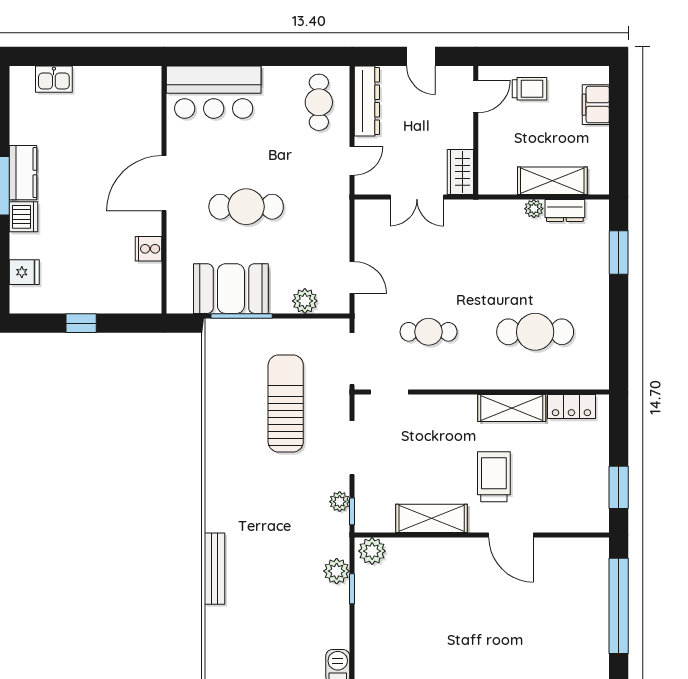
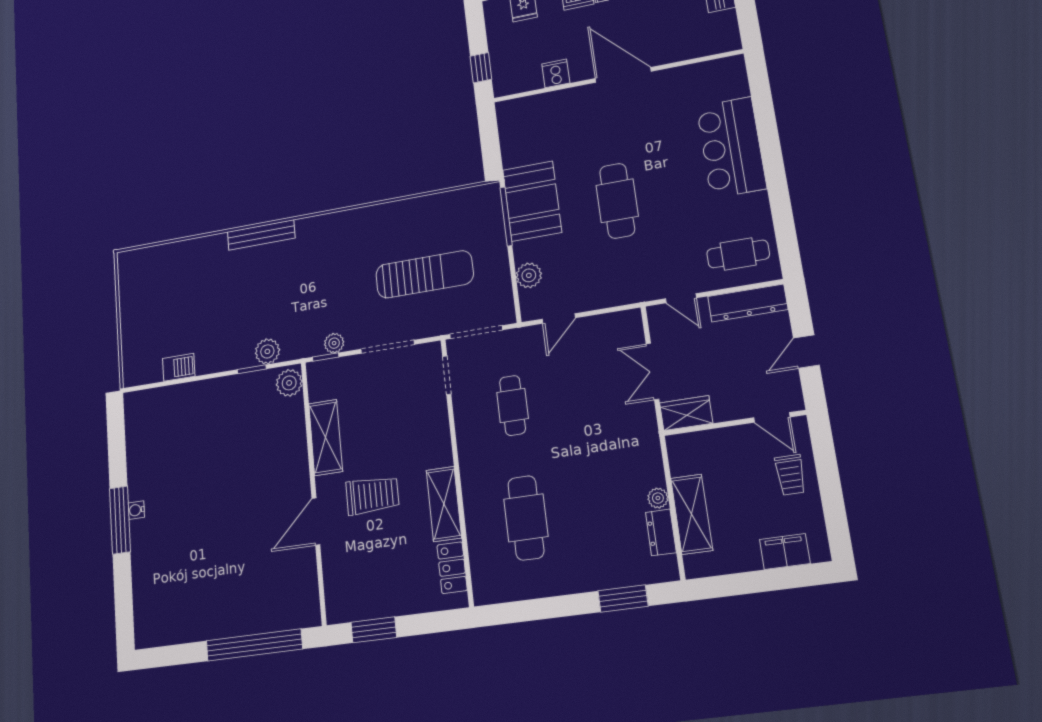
door: (164, 183) -> (623, 75), moved
wall: (164, 190) -> (617, 76), moved
cooker: (149, 249) -> (556, 73), moved

